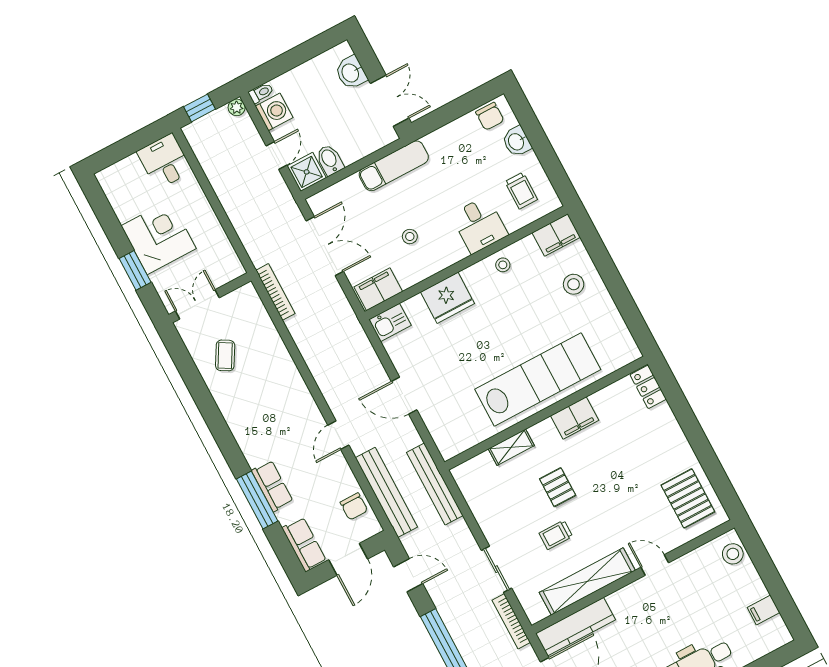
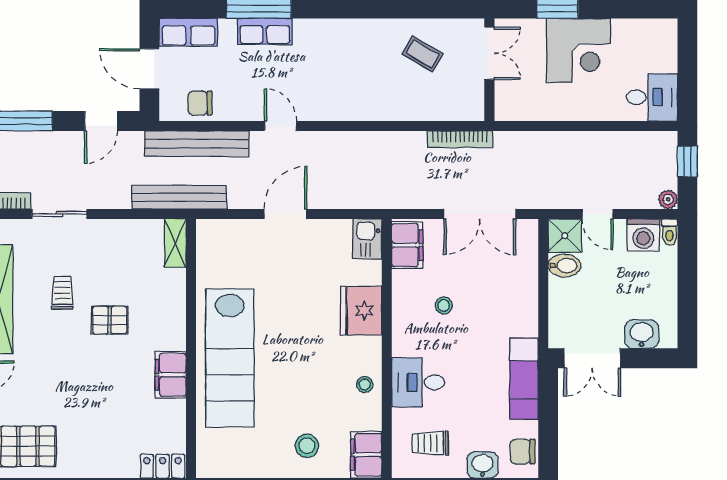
exam couch: (394, 166) -> (524, 379), moved
shelving: (511, 447) -> (175, 243), moved

